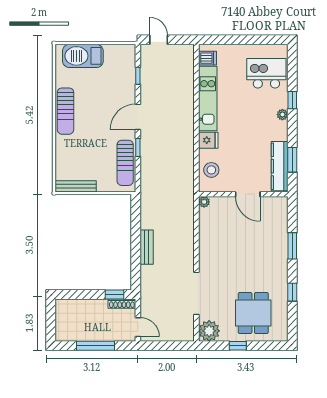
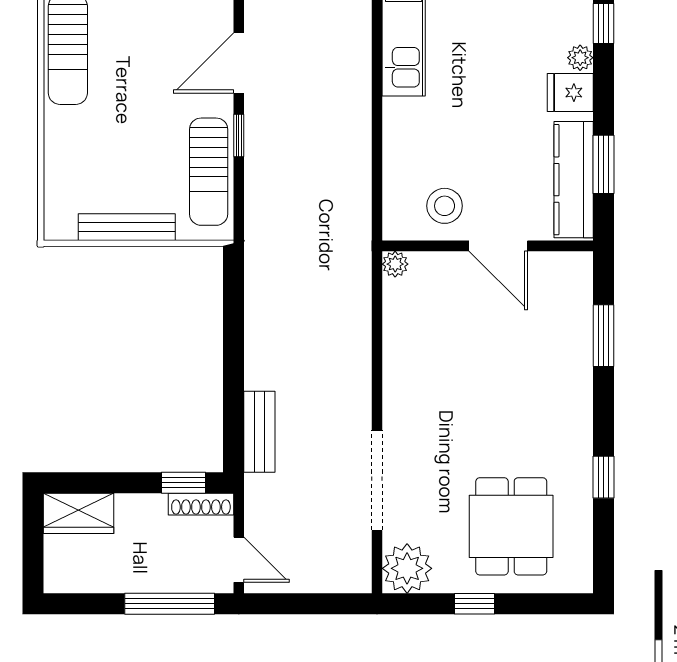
fridge: (208, 140) -> (570, 93), moved, turned 180
stool: (211, 170) -> (445, 206), moved
bench: (76, 186) -> (127, 227), moved
window: (292, 246) -> (603, 336), moved
bench: (147, 247) -> (259, 432), moved
wardrobe: (70, 307) -> (78, 513), added
window: (96, 346) -> (170, 604), moved

